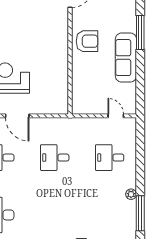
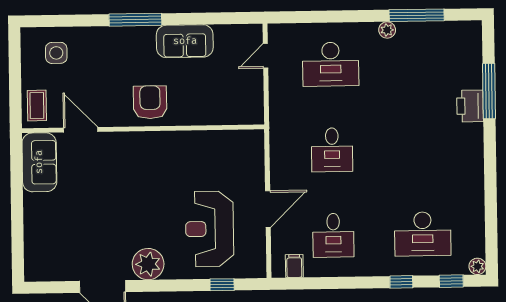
sofa: (126, 58) -> (185, 41), width x0.73
desk: (110, 158) -> (331, 64), width x1.37

